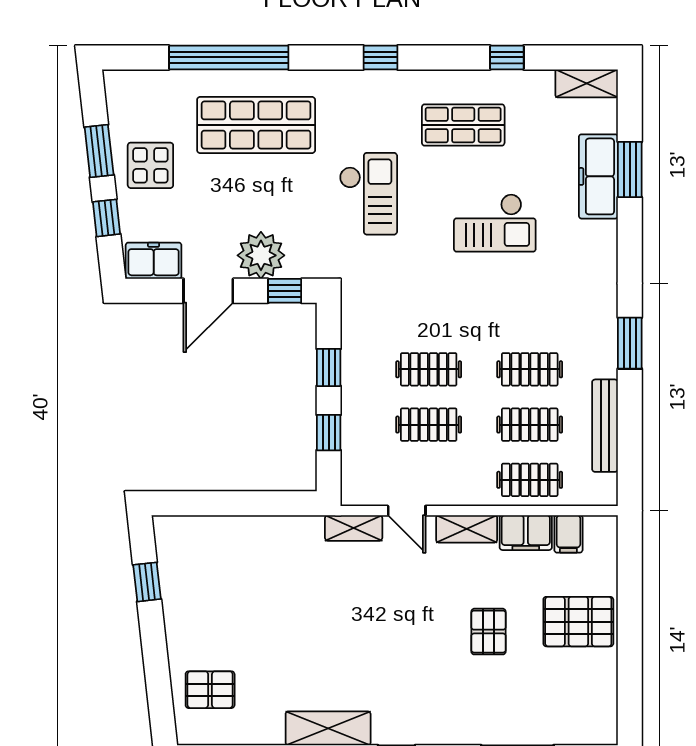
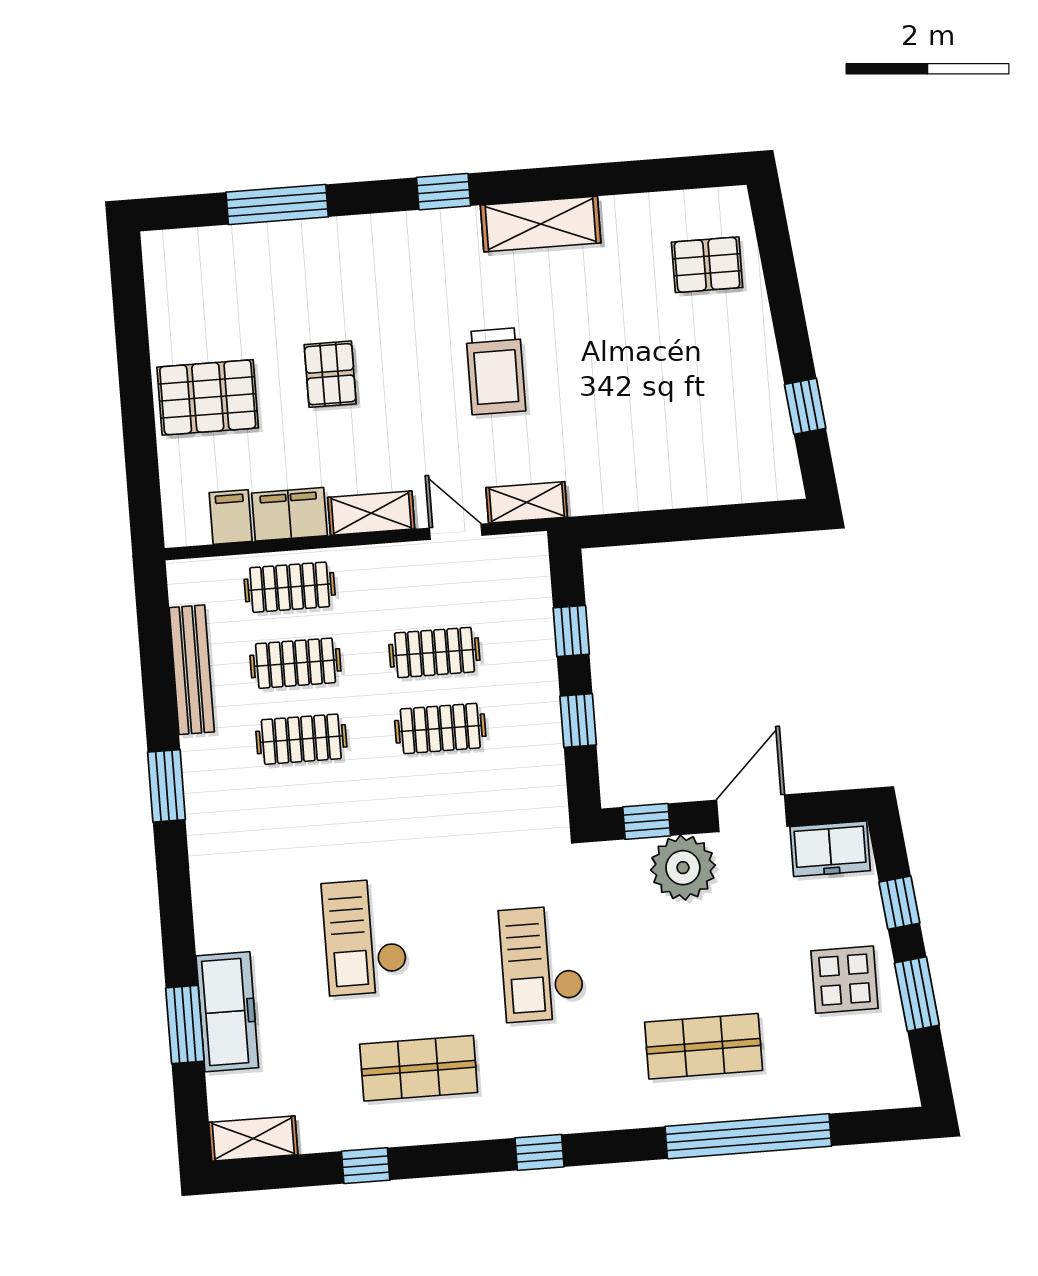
shop shelf: (256, 125) -> (704, 1046), width x0.70, depth x0.74
checkout: (495, 223) -> (365, 937), turned -90
trolley: (369, 624) -> (496, 371), added

